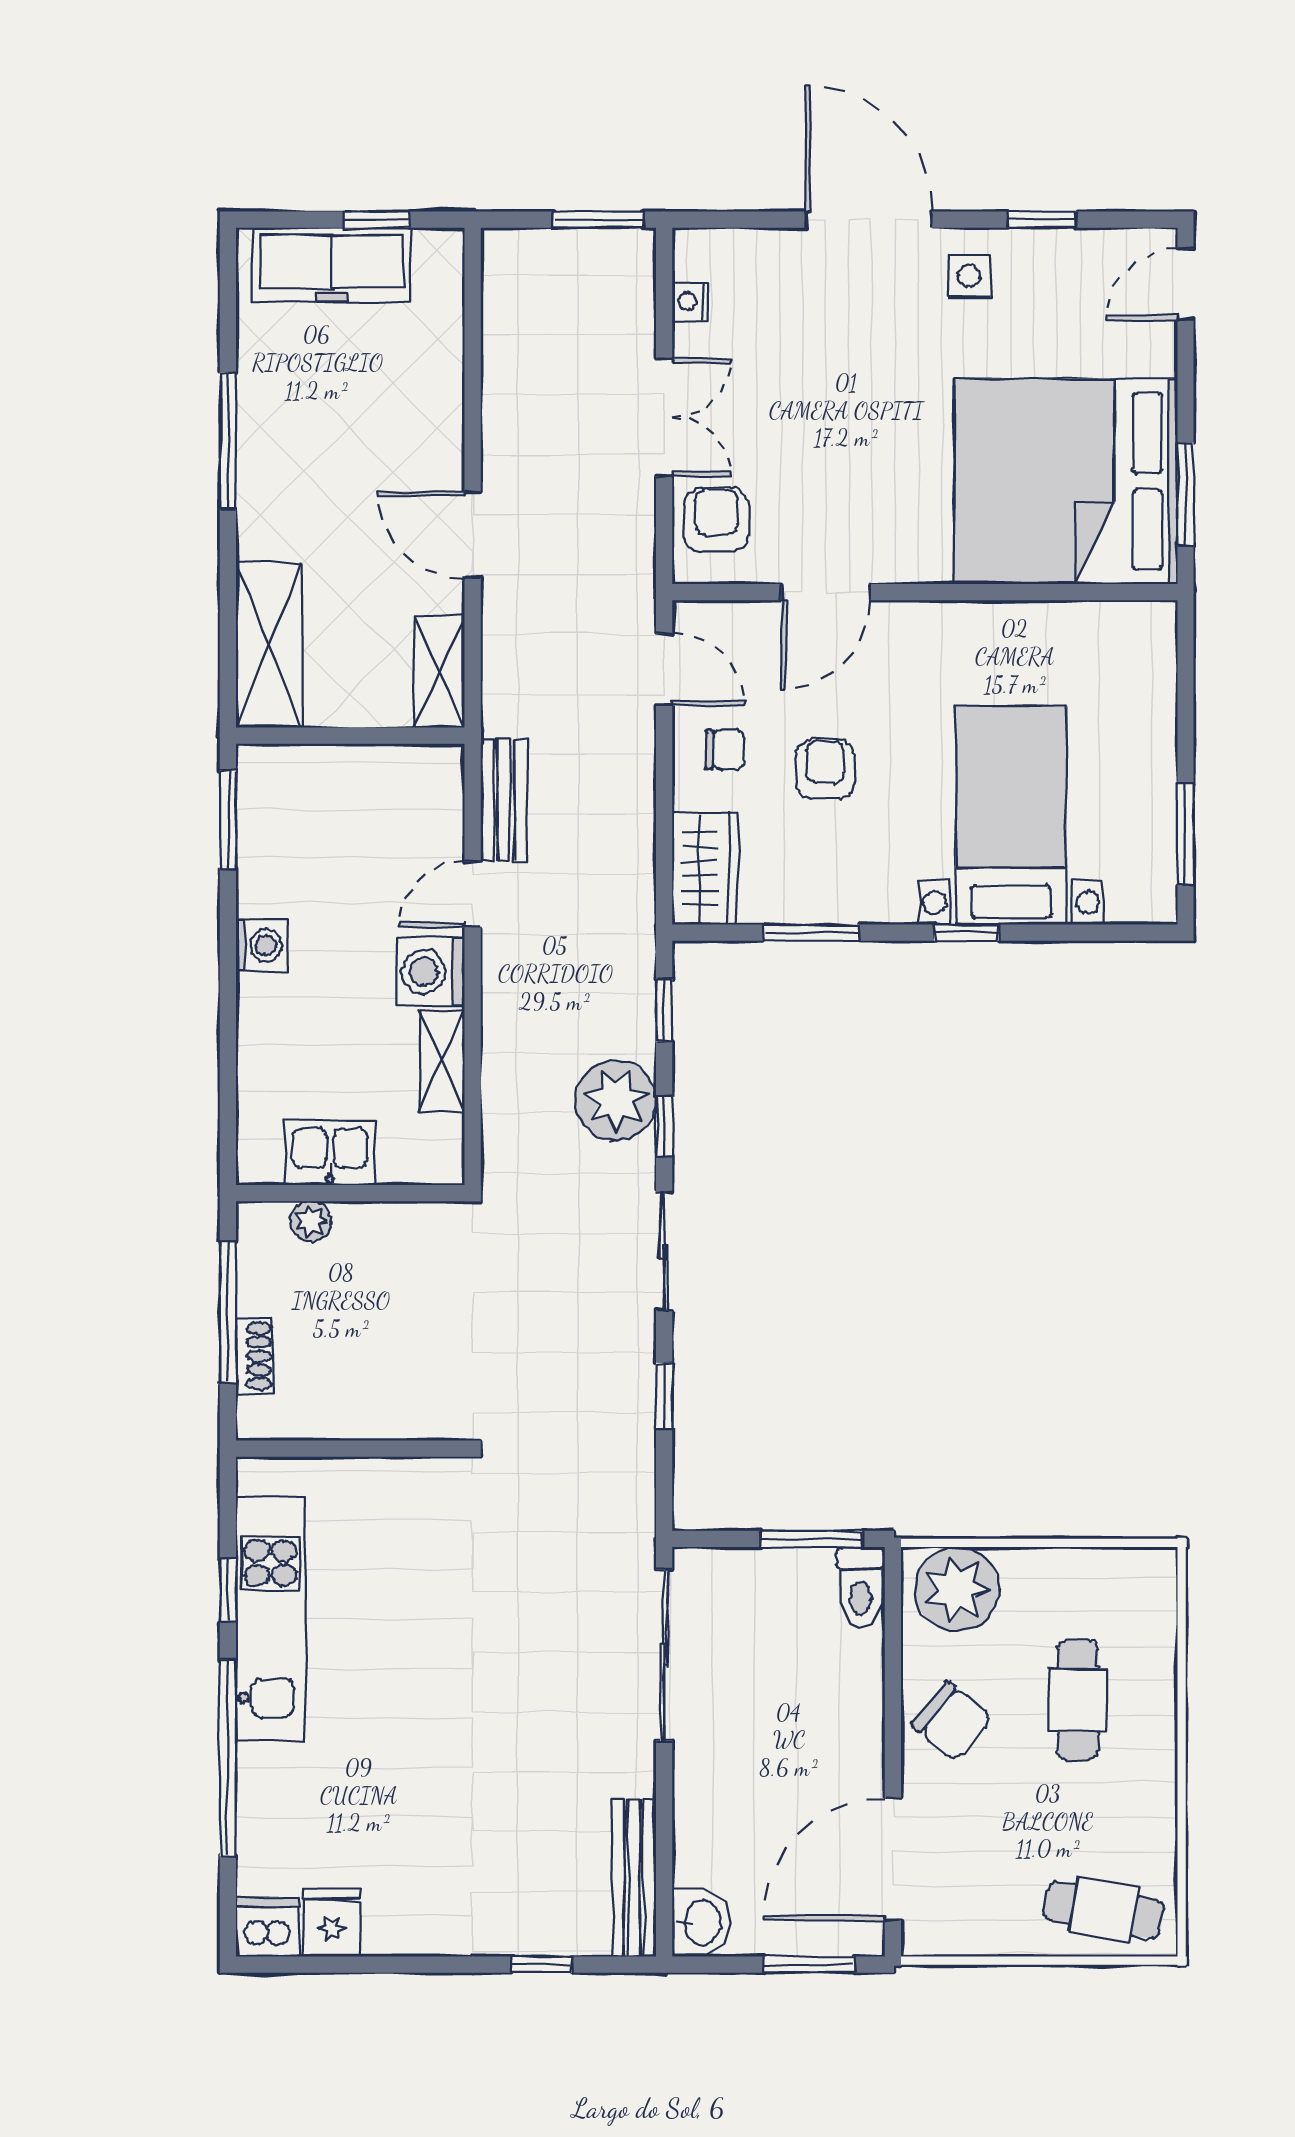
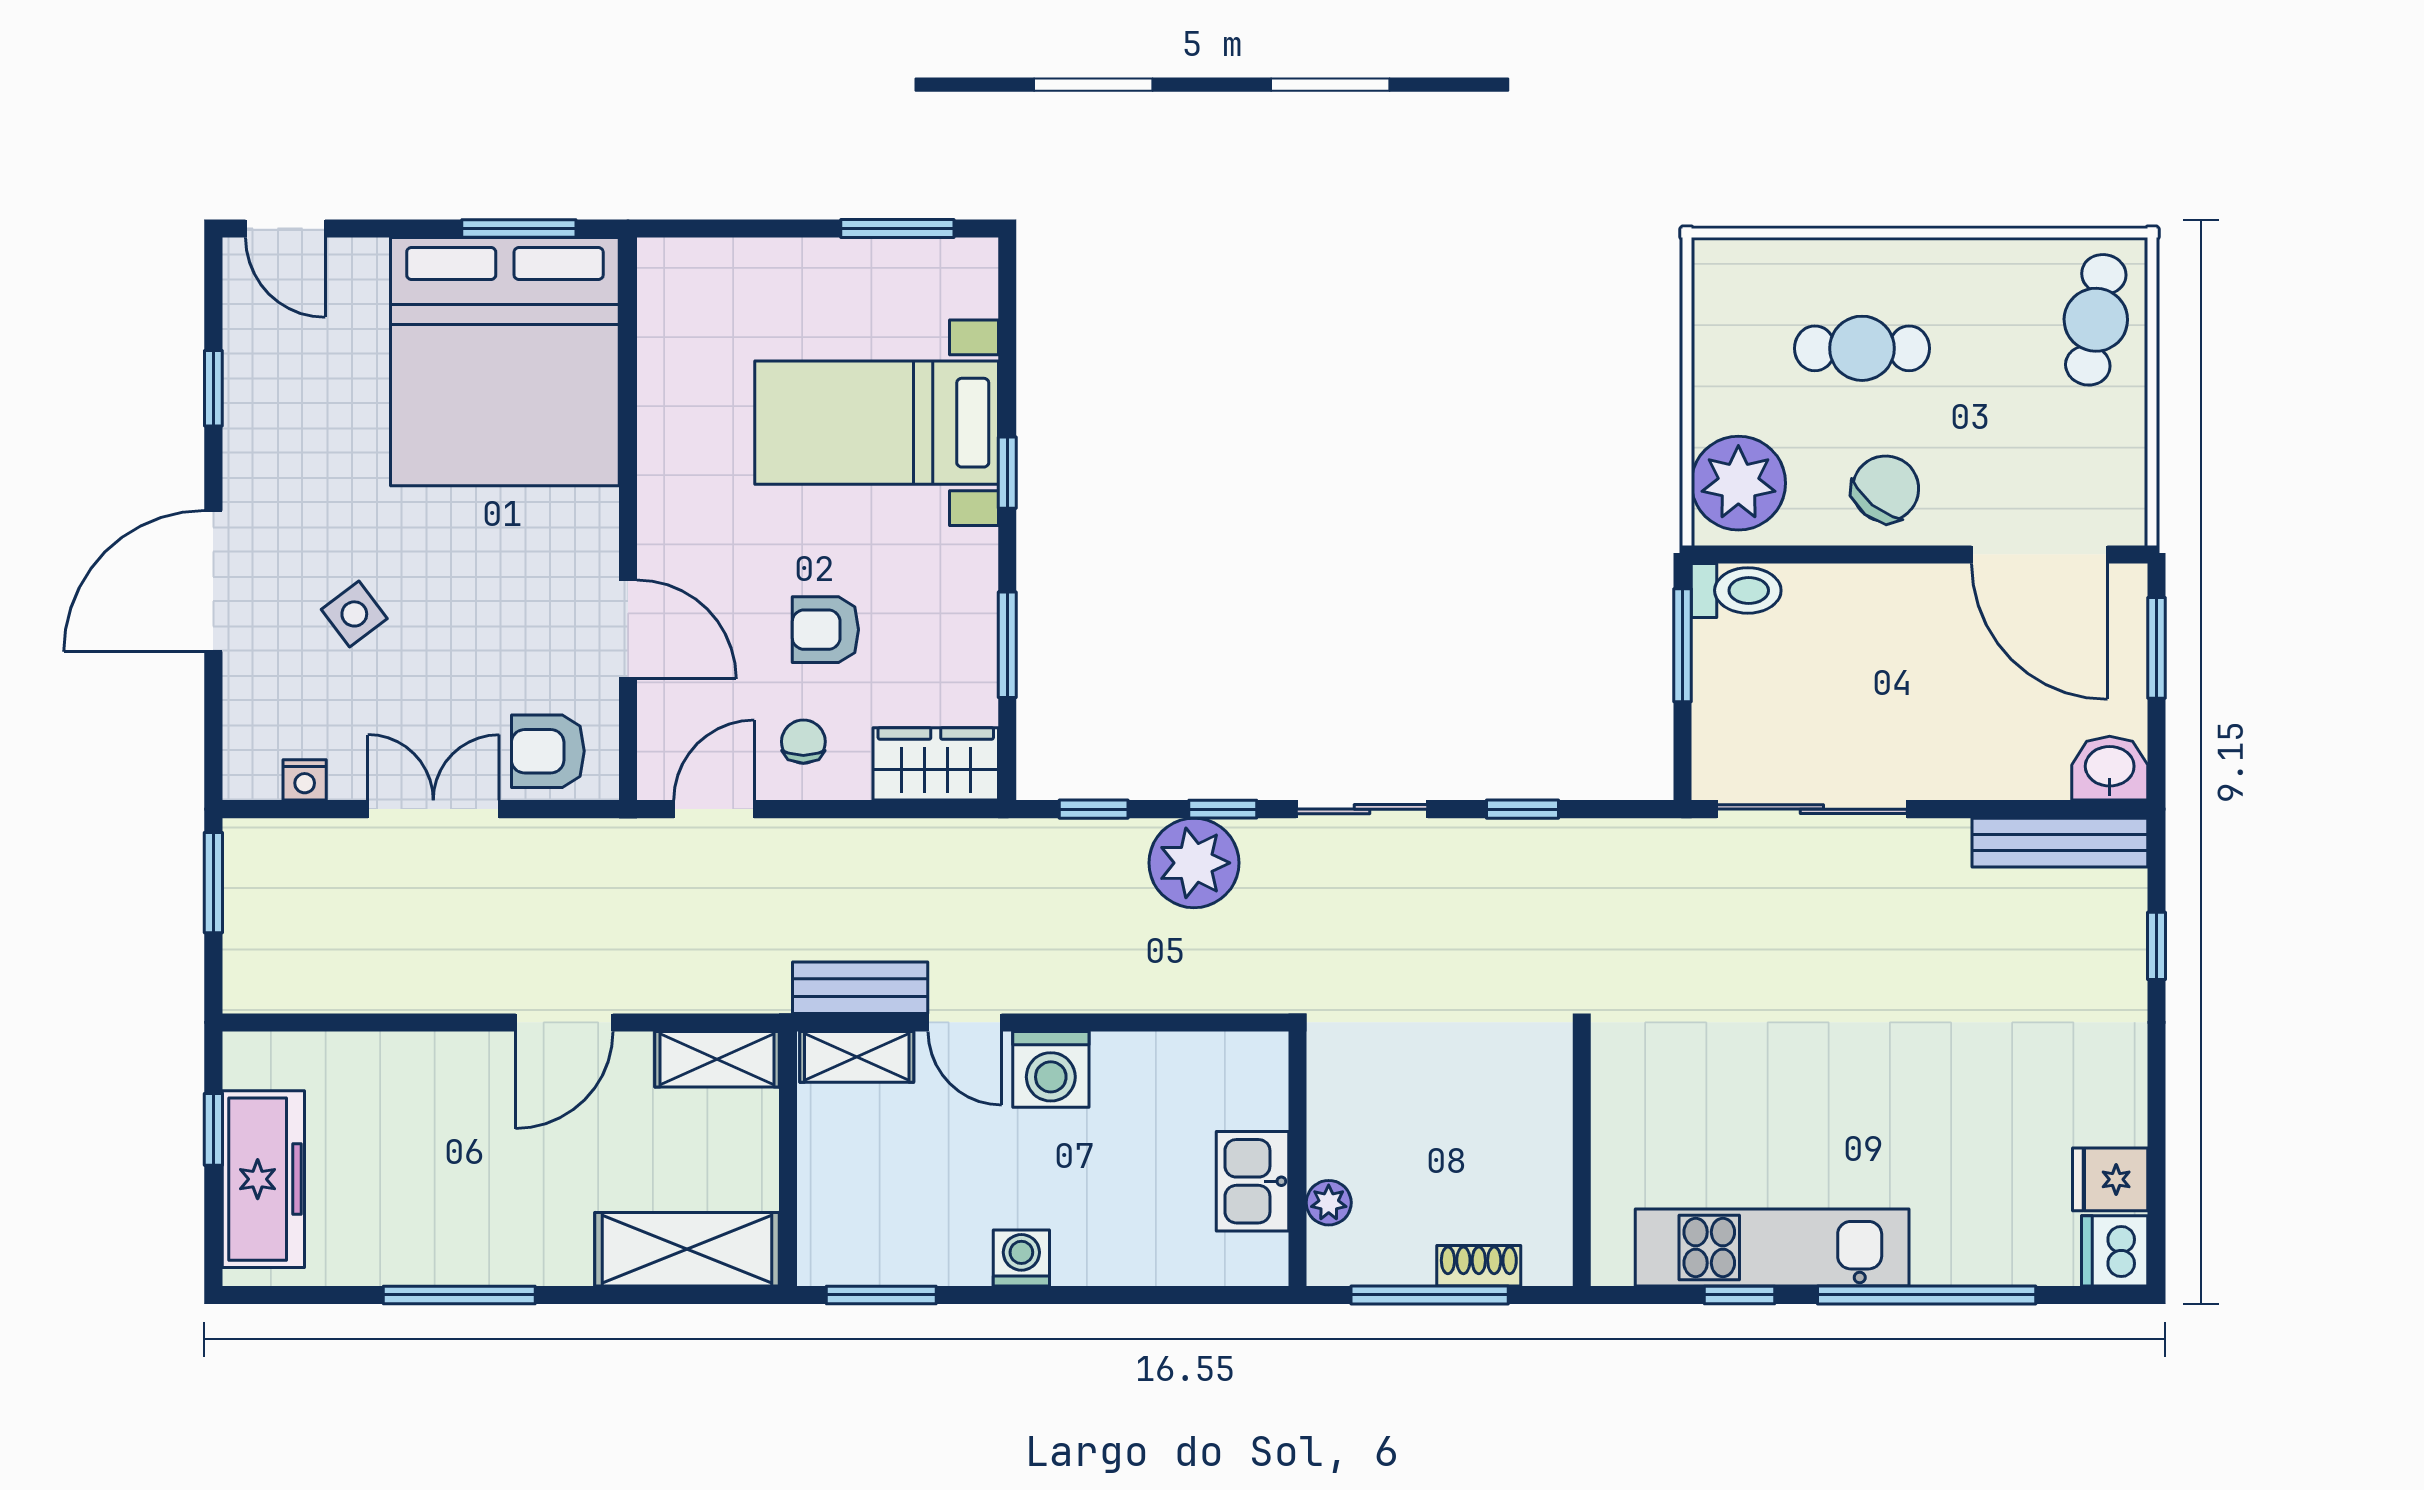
side table: (969, 276) -> (354, 614), moved, turned -37
shelving: (442, 1061) -> (857, 1057), moved

